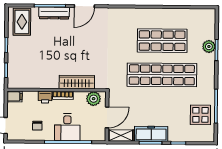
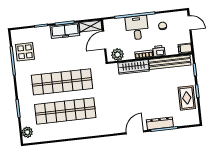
rug: (22, 22) -> (187, 98), moved
shop shelf: (162, 41) -> (65, 111), width x1.40
plant: (209, 46) -> (27, 132), moved
bench: (34, 83) -> (170, 62), added

